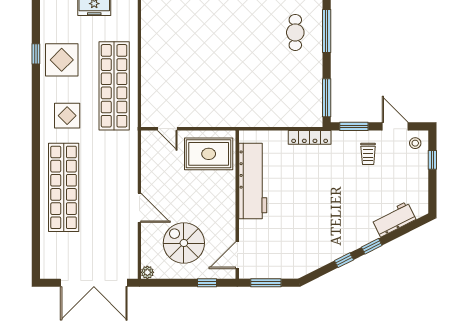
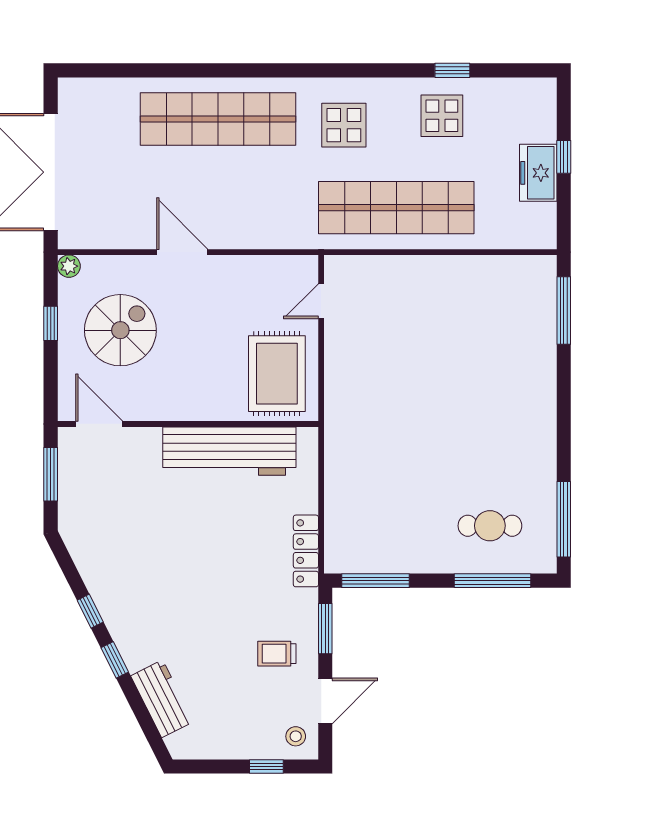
display table: (62, 60) -> (442, 116), width x0.73, depth x0.73
door: (139, 208) -> (182, 252), swing flipped
window: (207, 283) -> (51, 323), moved

